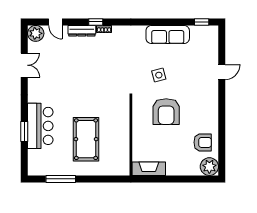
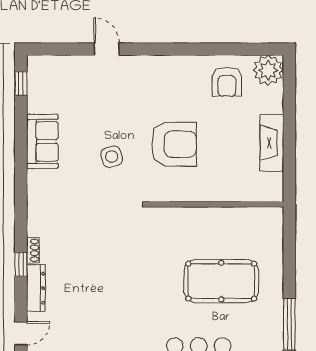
sofa: (168, 35) -> (42, 141), width x0.73
armchair: (203, 142) -> (227, 82), turned 180
fireplace: (149, 169) -> (272, 143), moved

